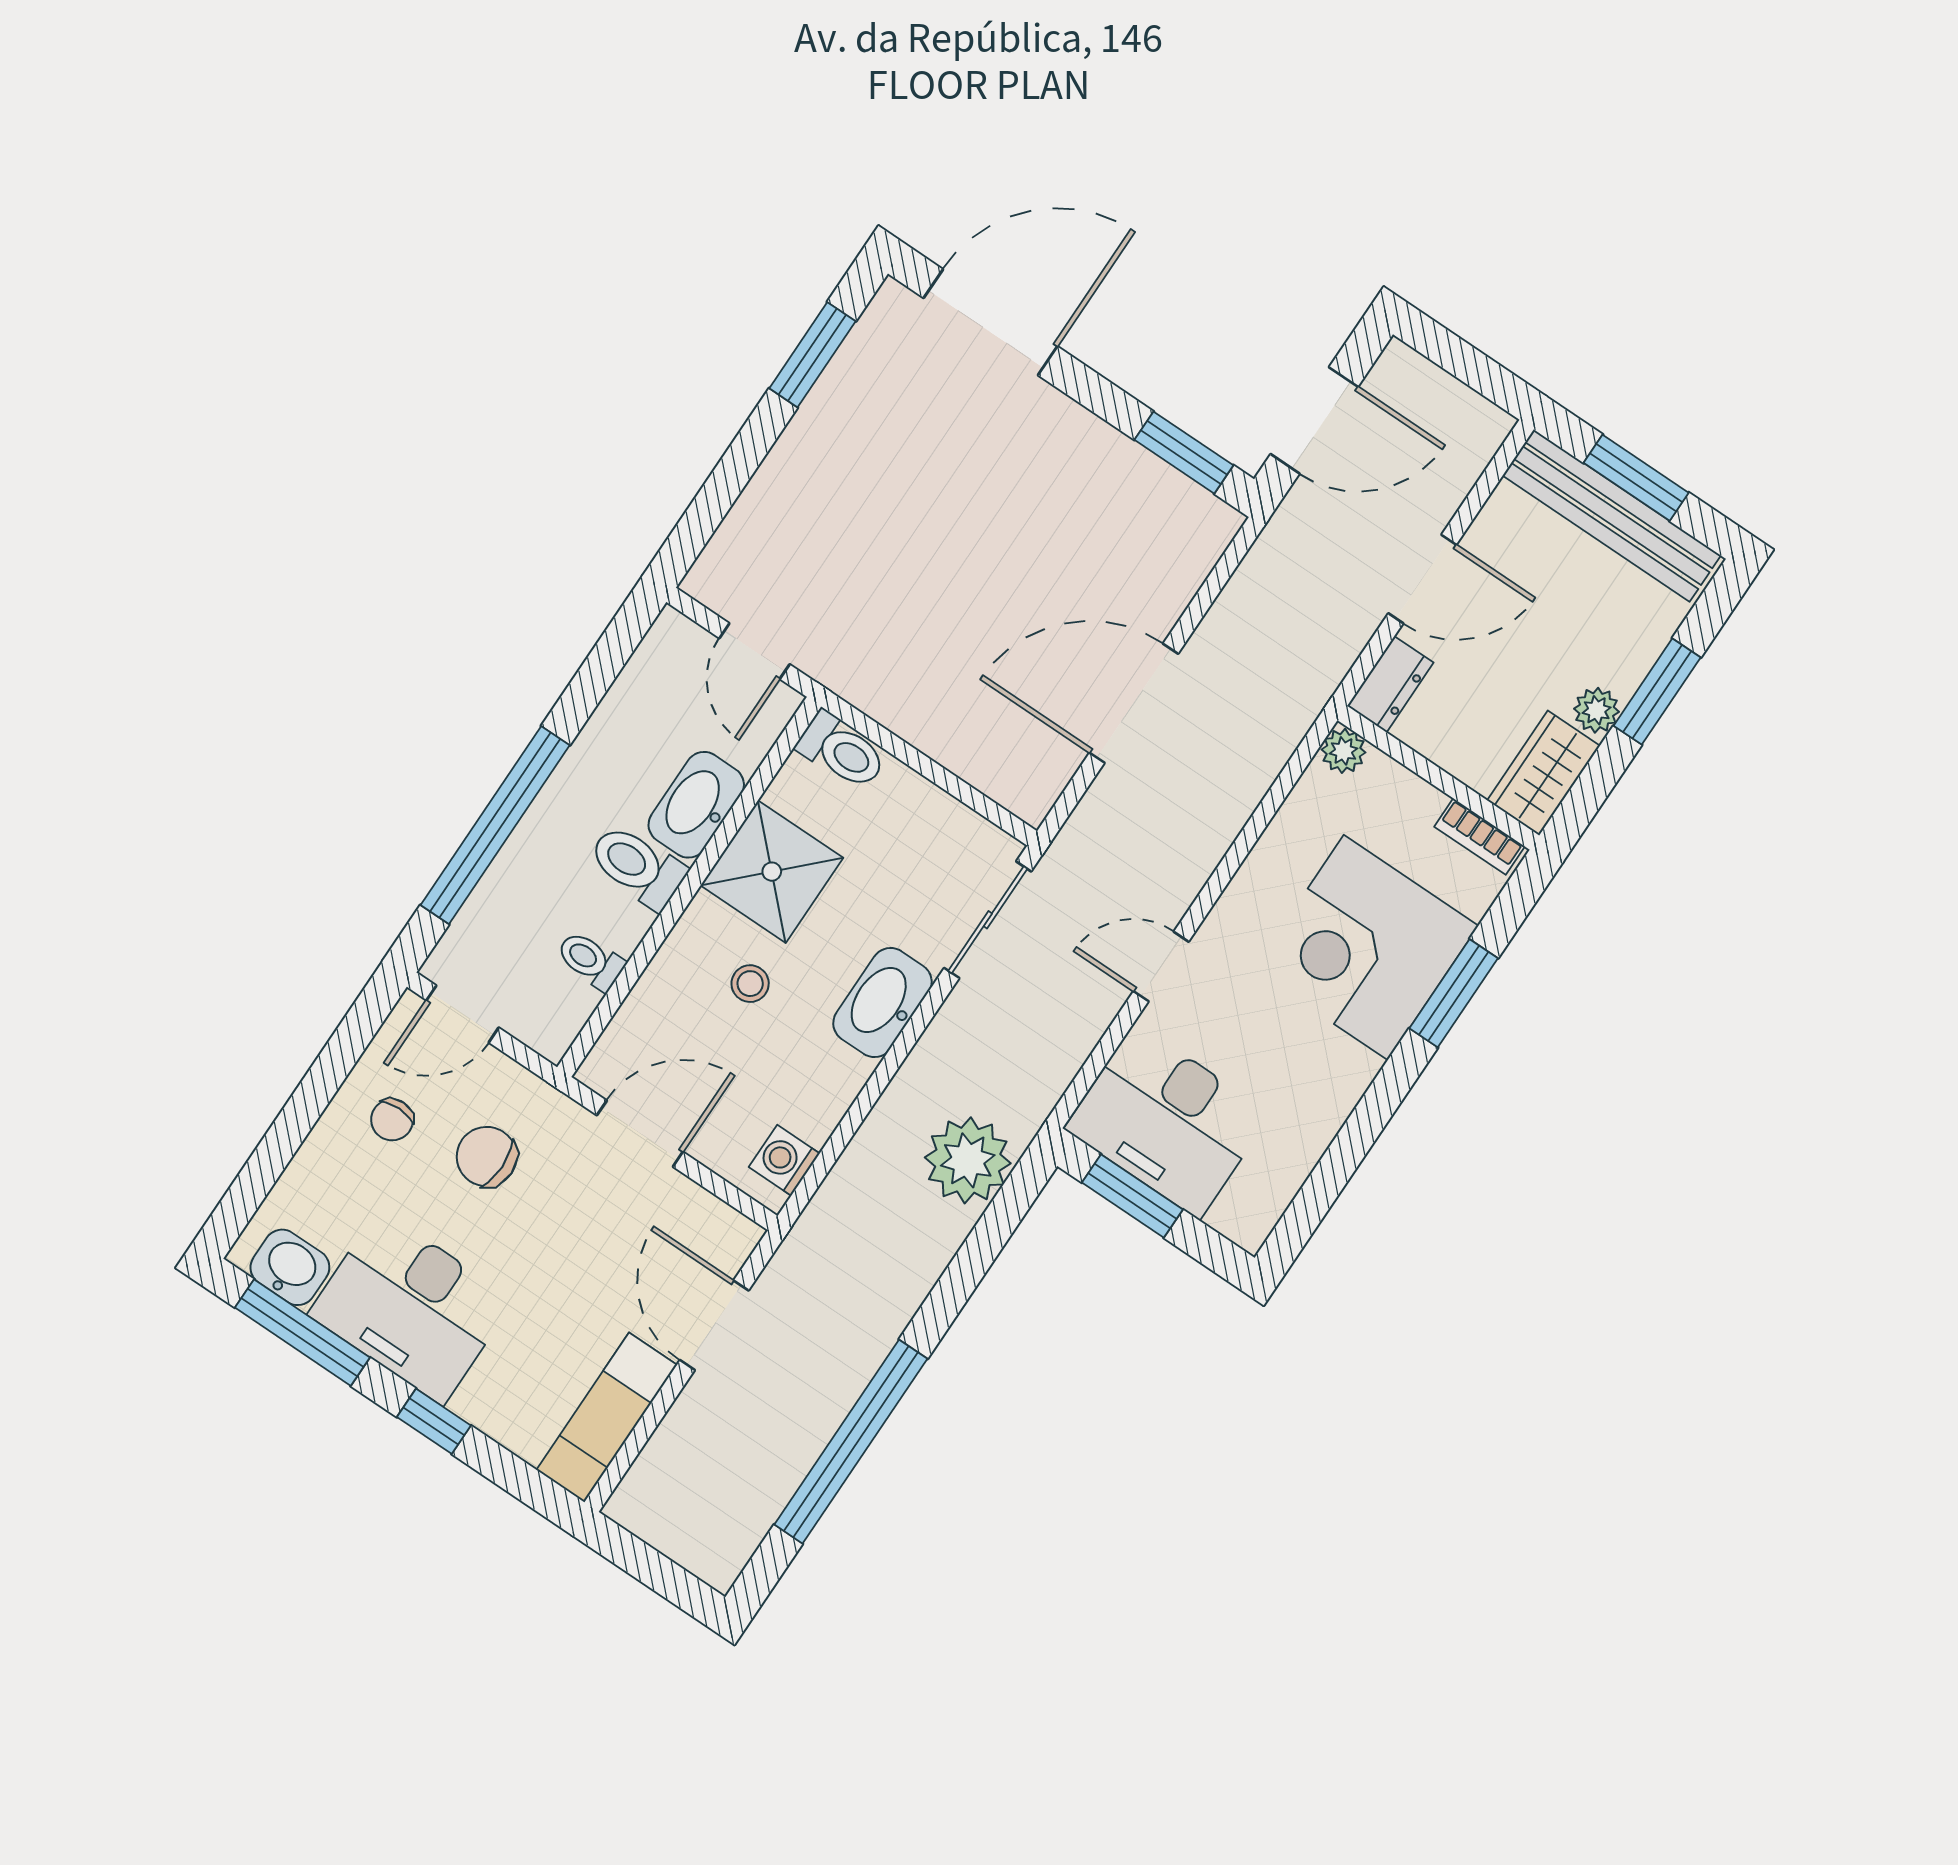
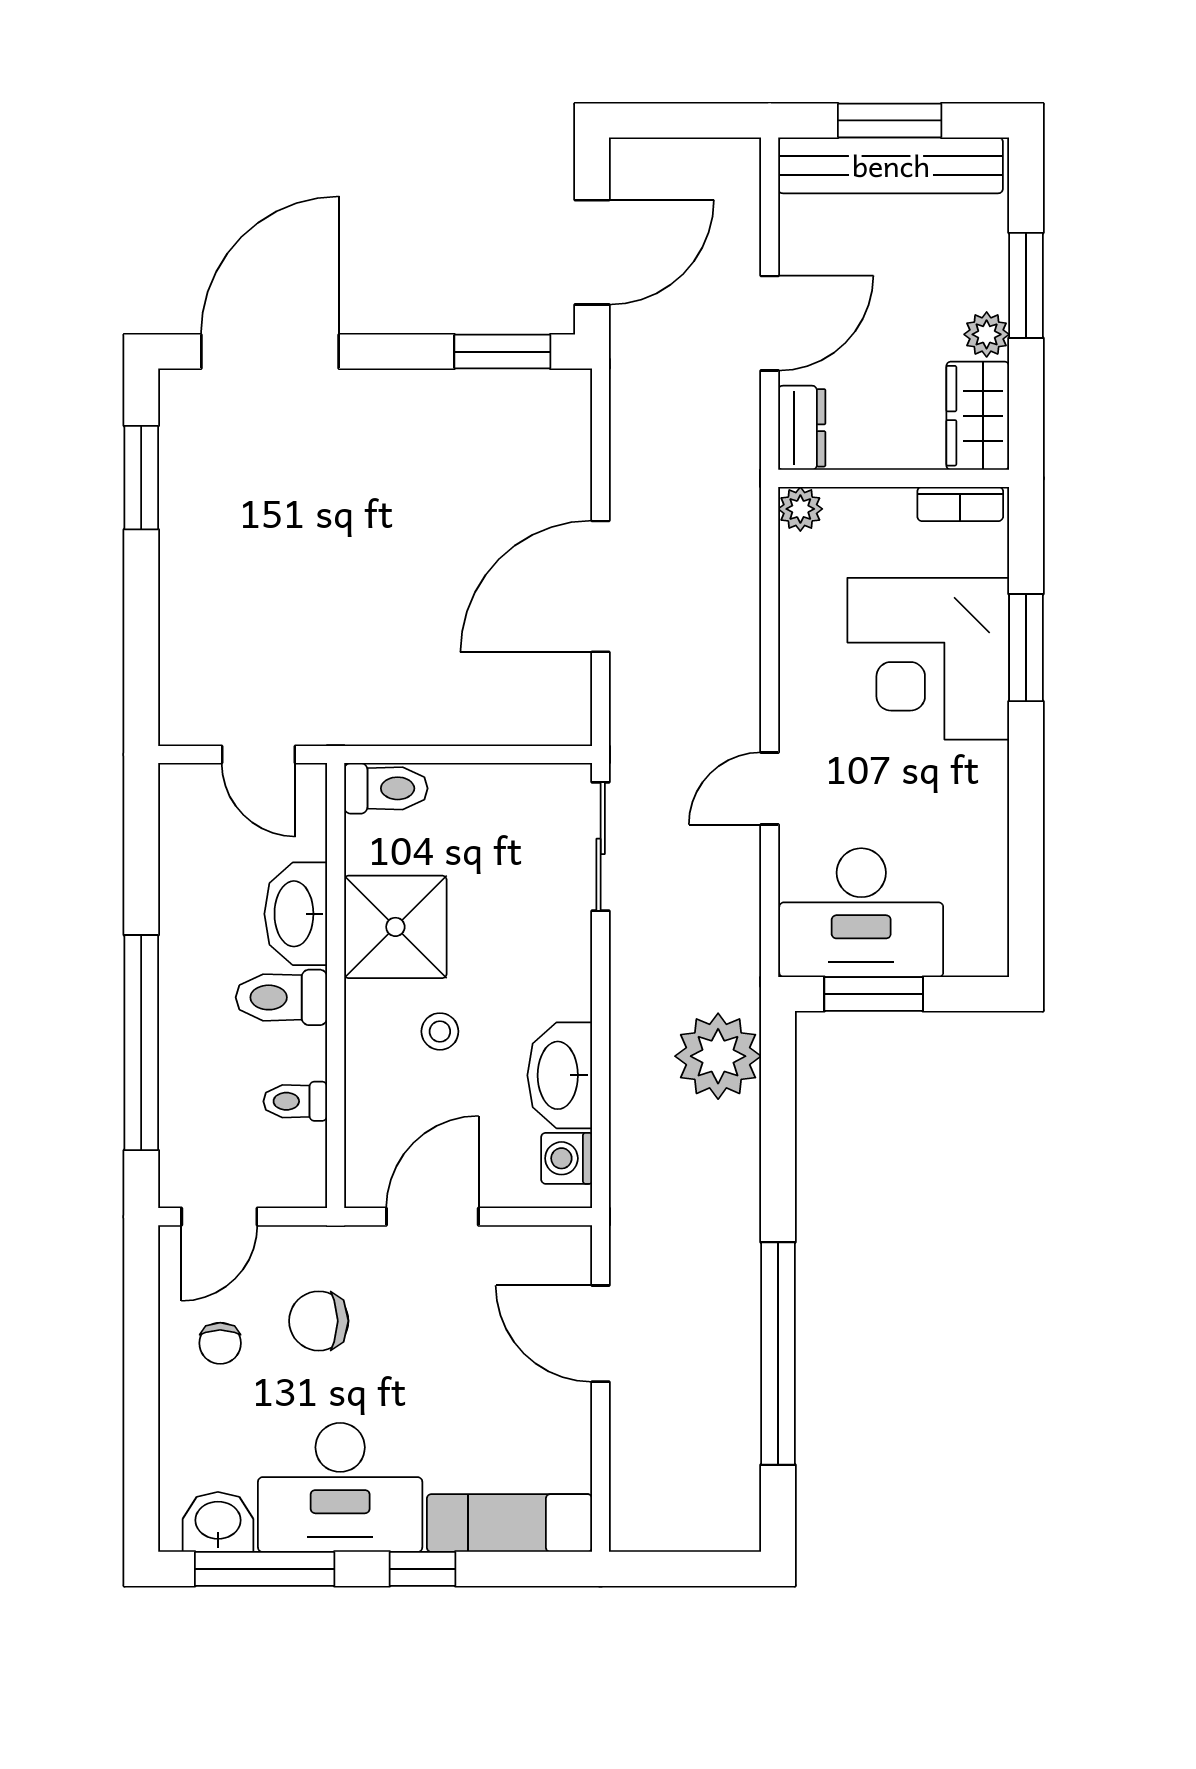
washbasin: (882, 1003) -> (560, 1075), moved
exam couch: (607, 1417) -> (509, 1523), moved, turned 90

